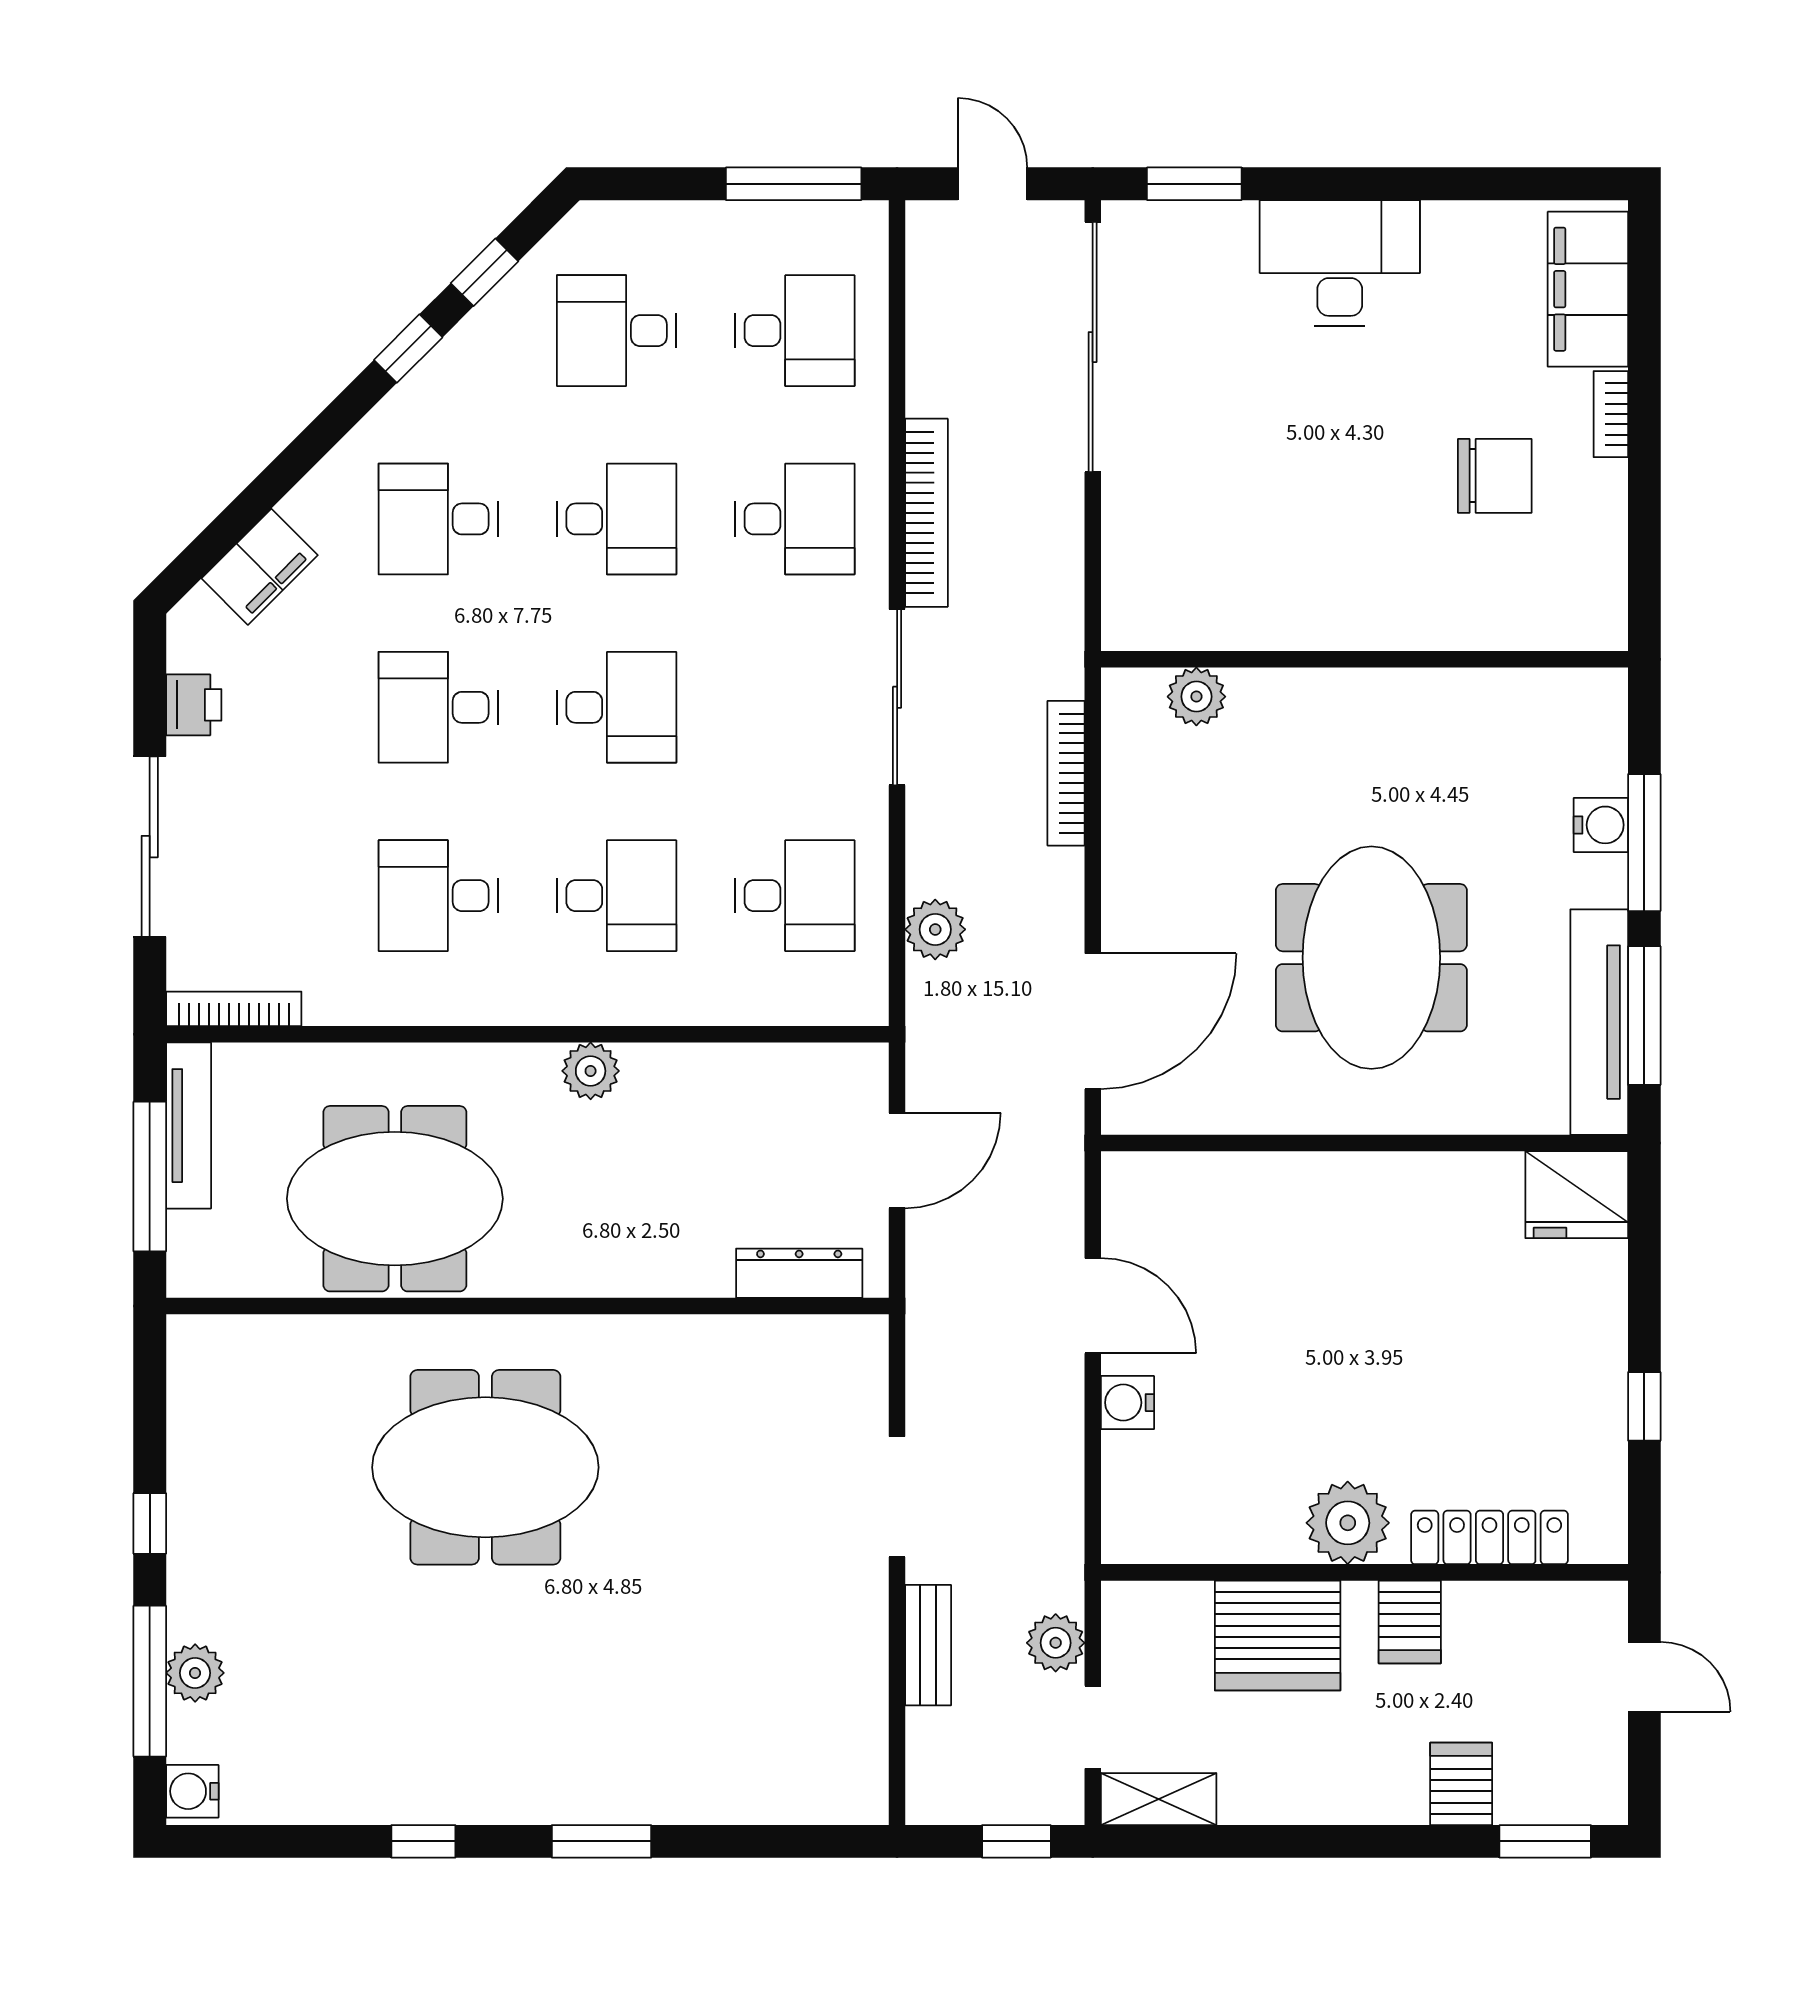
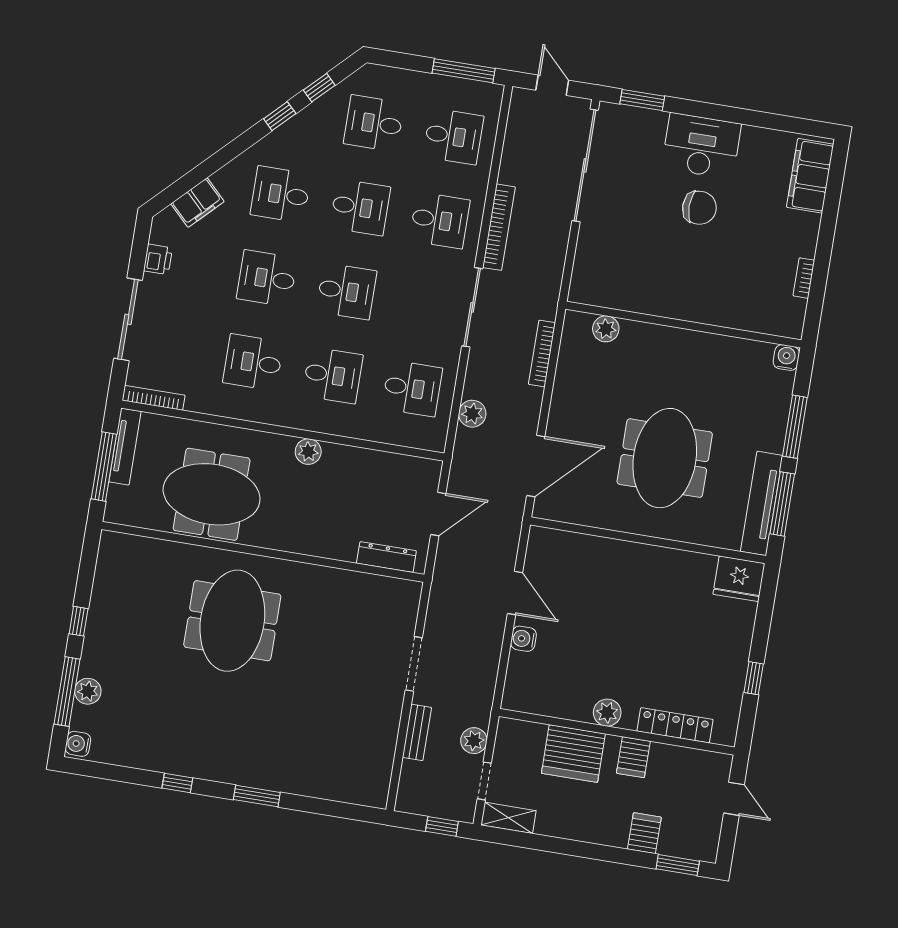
bookcase: (1611, 414) -> (804, 278), moved
chair: (1495, 476) -> (699, 208), moved
water cooler: (1601, 825) -> (786, 358), moved, turned -90
meeting table: (485, 1467) -> (232, 621), turned 90
plant: (1348, 1523) -> (607, 713), width x0.73, depth x0.73

